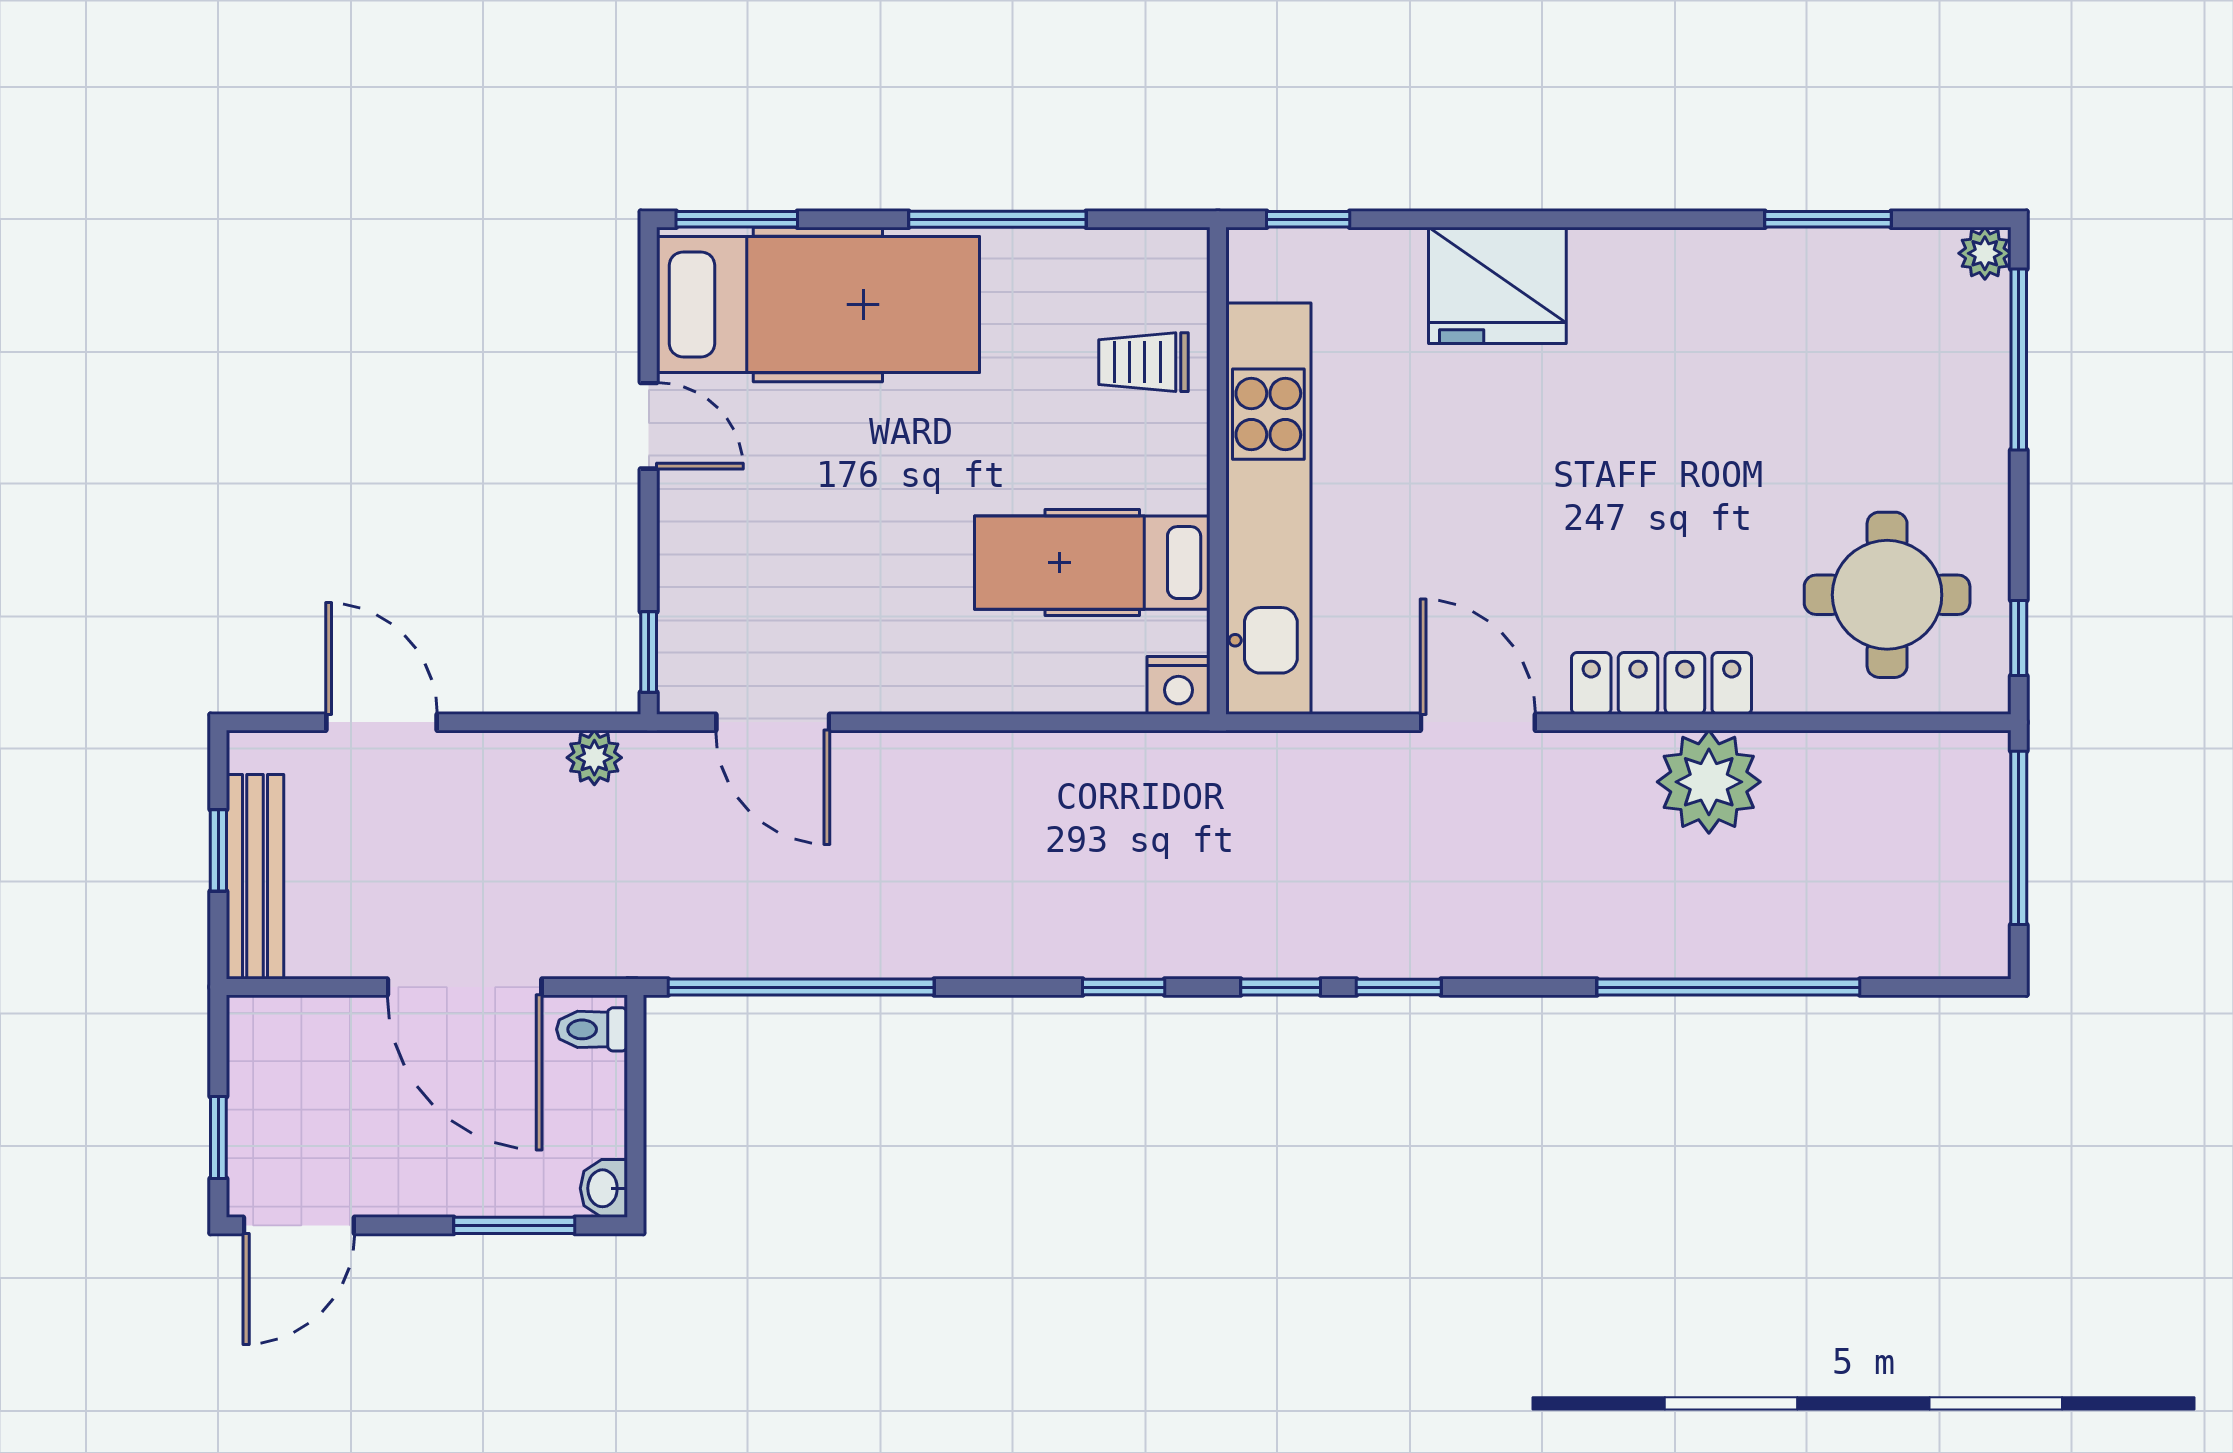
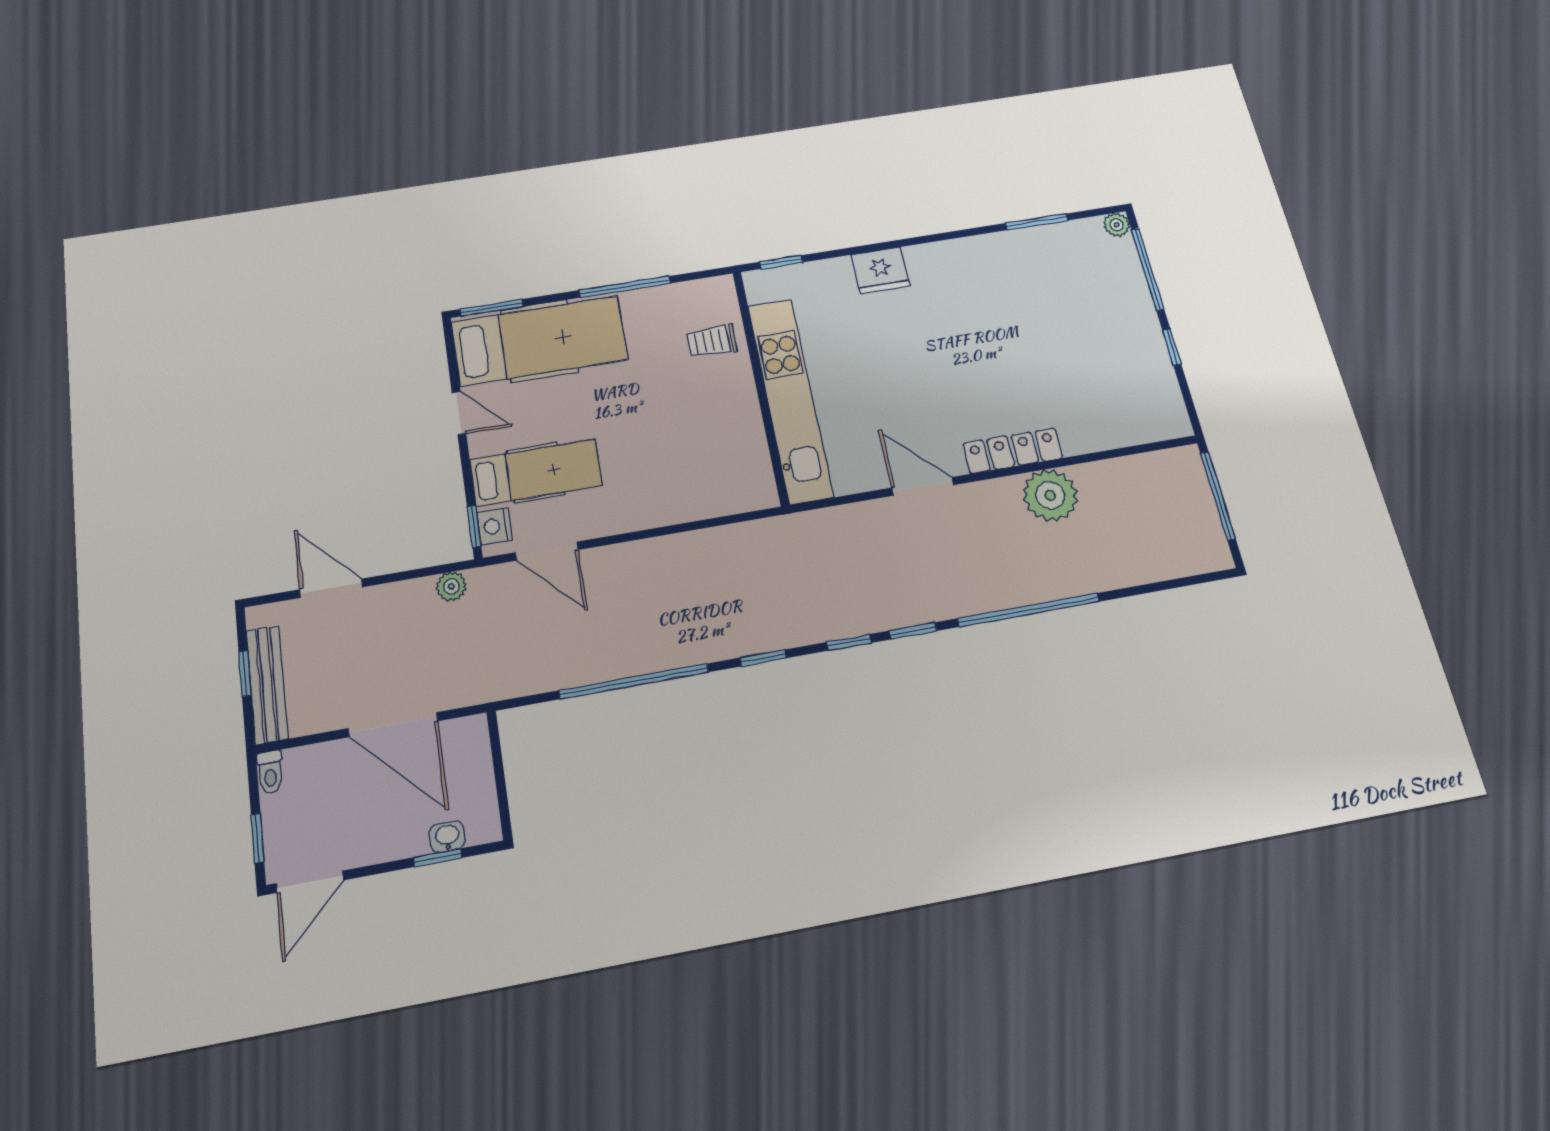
fridge: (1497, 285) -> (881, 270), width x0.73, depth x0.75
hospital bed: (1092, 563) -> (536, 473), moved, turned 180
round table: (1887, 595) -> (1115, 389), removed
window: (2019, 638) -> (1172, 347), moved
nightstand: (1178, 685) -> (495, 526), moved, turned 90
window: (801, 987) -> (634, 681), moved
window: (1728, 987) -> (1029, 610), moved
toilet: (592, 1029) -> (270, 772), moved, turned -90
washbasin: (604, 1188) -> (447, 837), moved, turned 90
window: (514, 1225) -> (438, 858), width x0.67

